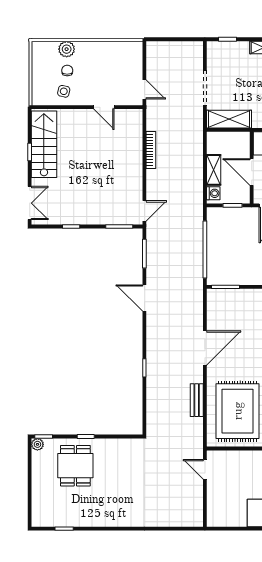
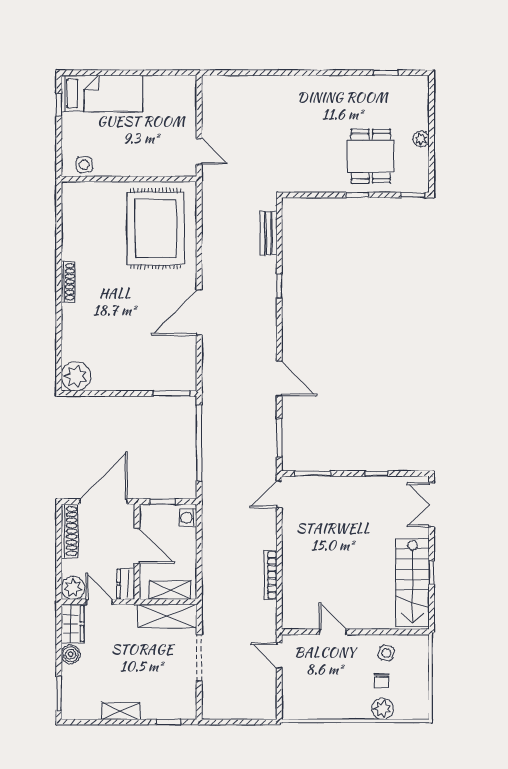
shelving: (214, 170) -> (170, 590), moved, turned 90
bench: (197, 400) -> (269, 233), moved
plant: (37, 444) -> (421, 139), moved

